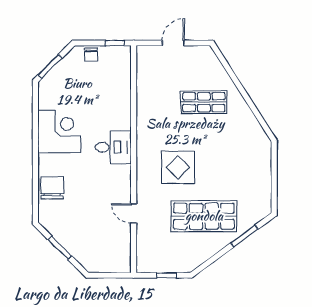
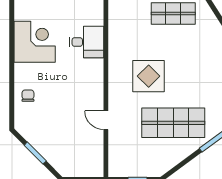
desk: (113, 147) -> (86, 42), moved
chair: (52, 188) -> (28, 96), width x0.54, depth x0.54

